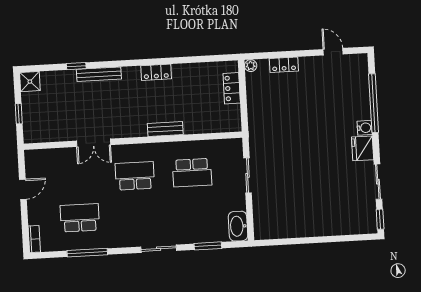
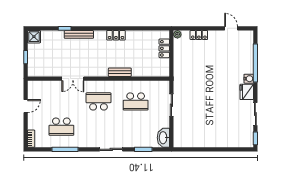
school desk: (80, 218) -> (61, 127), turned 180

